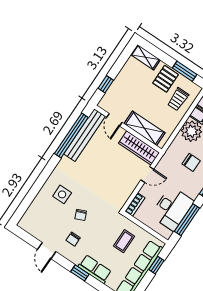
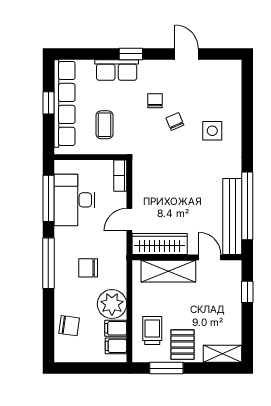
chair: (73, 239) -> (155, 101), moved
window: (157, 265) -> (48, 103), moved

